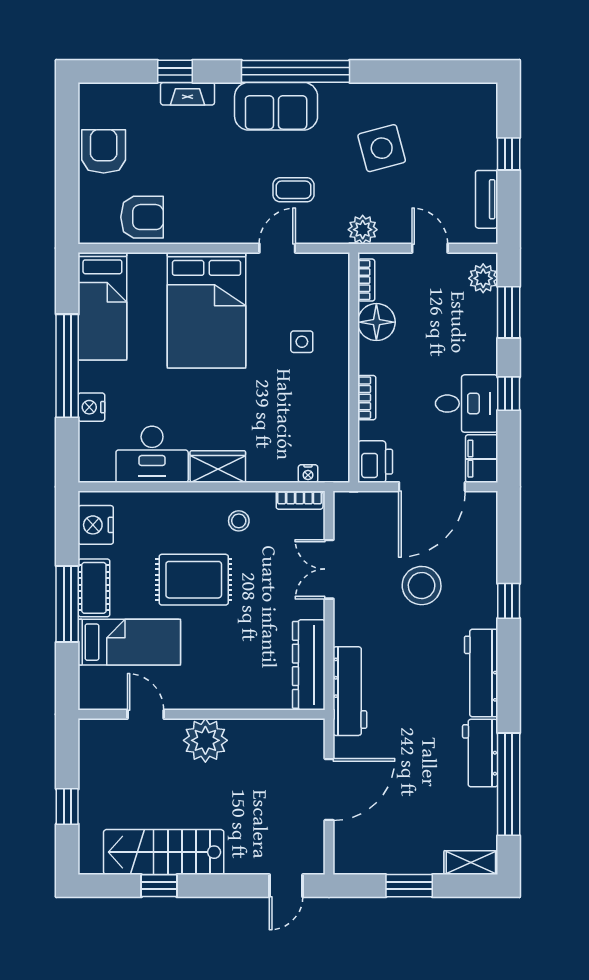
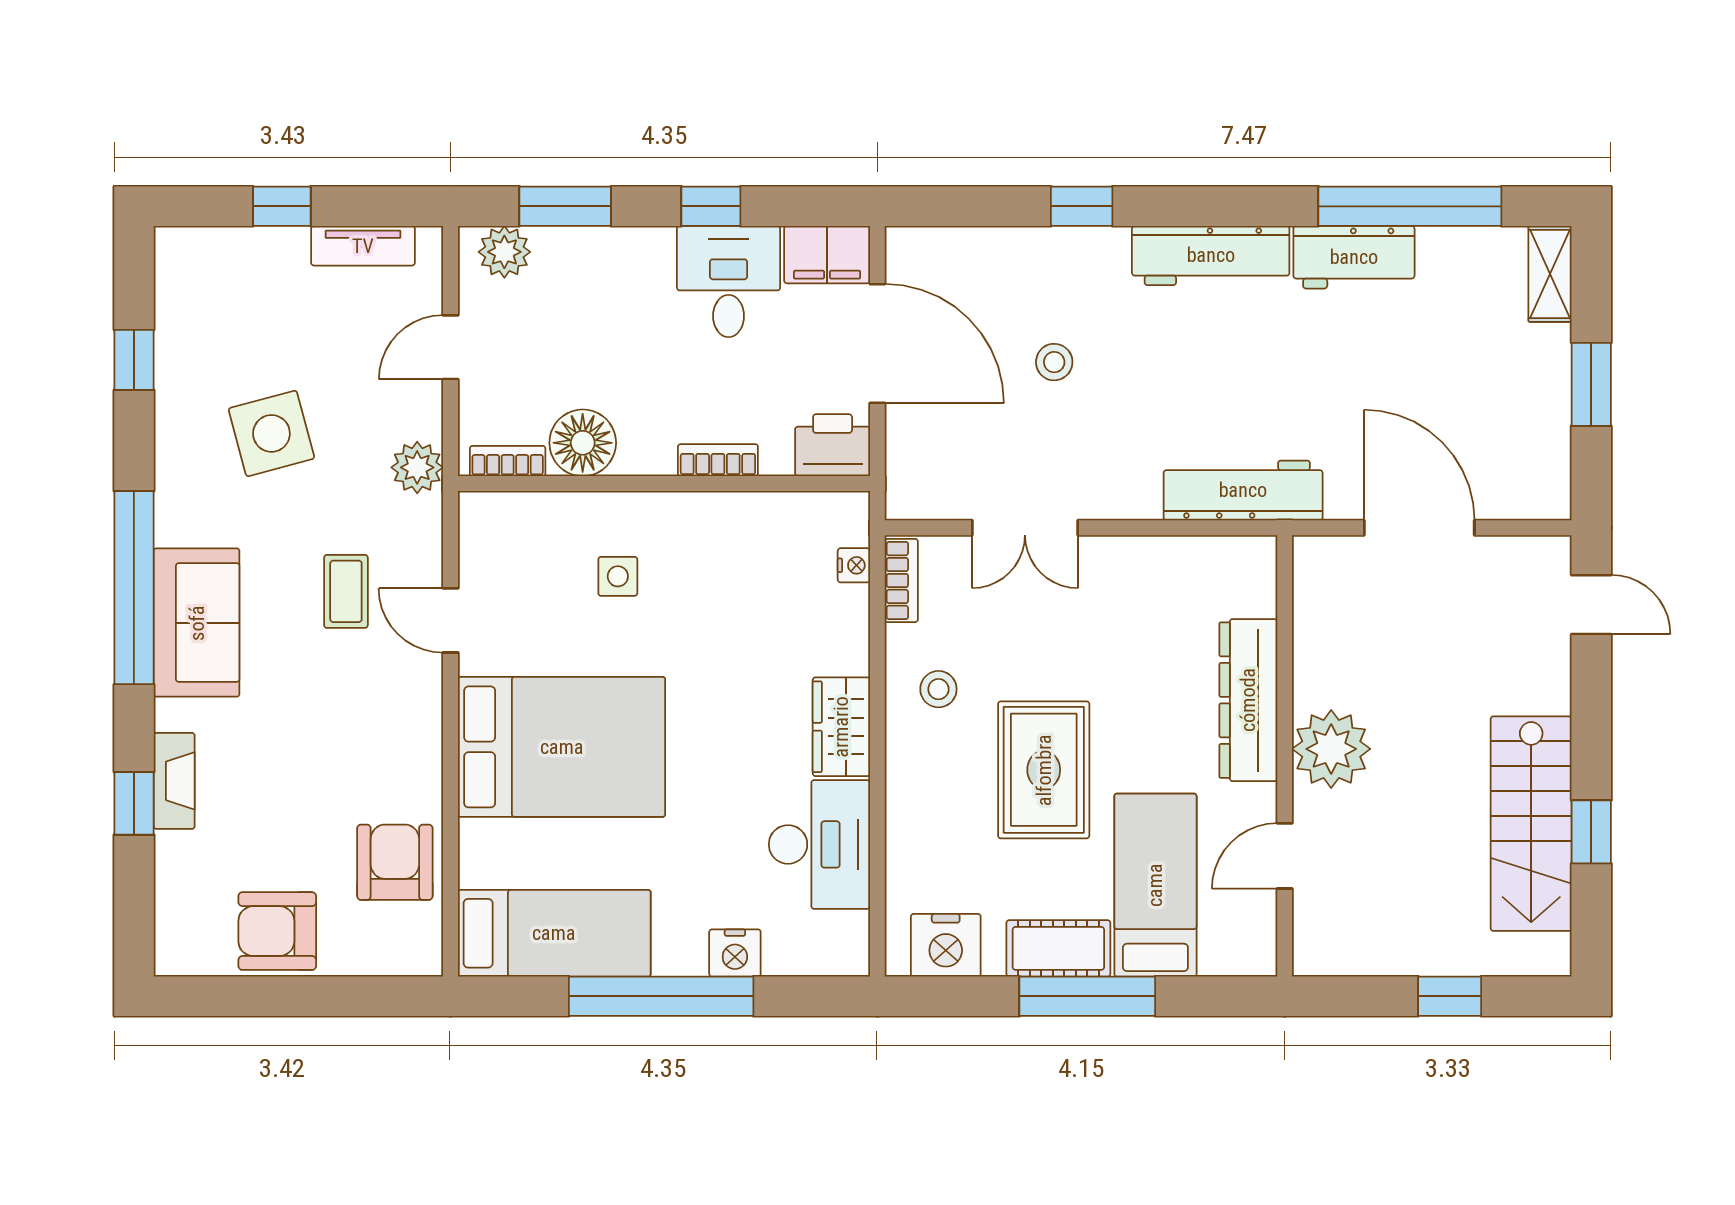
window: (423, 71) -> (134, 360), added
stool: (422, 586) -> (1054, 362), width x0.53, depth x0.53
dresser: (309, 665) -> (1248, 700), moved, turned 90

